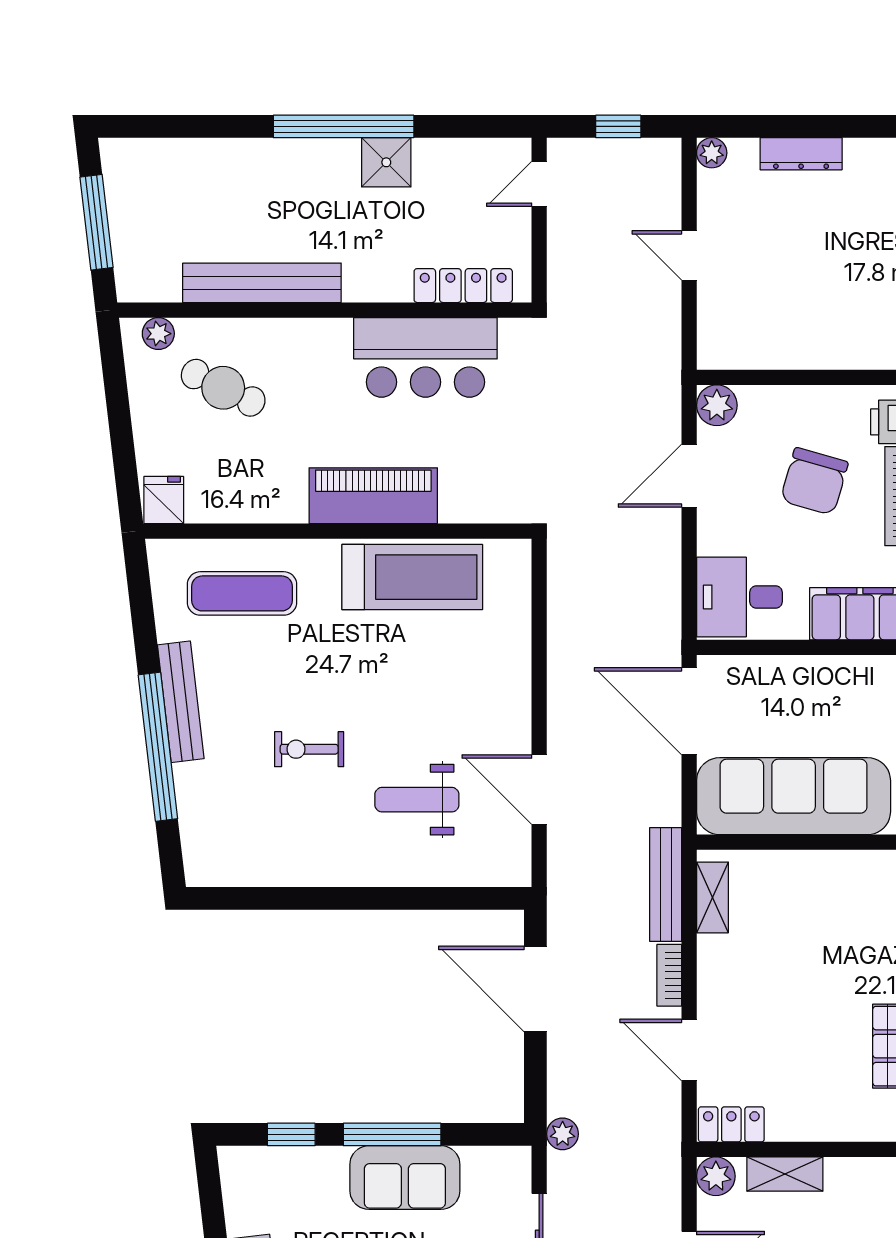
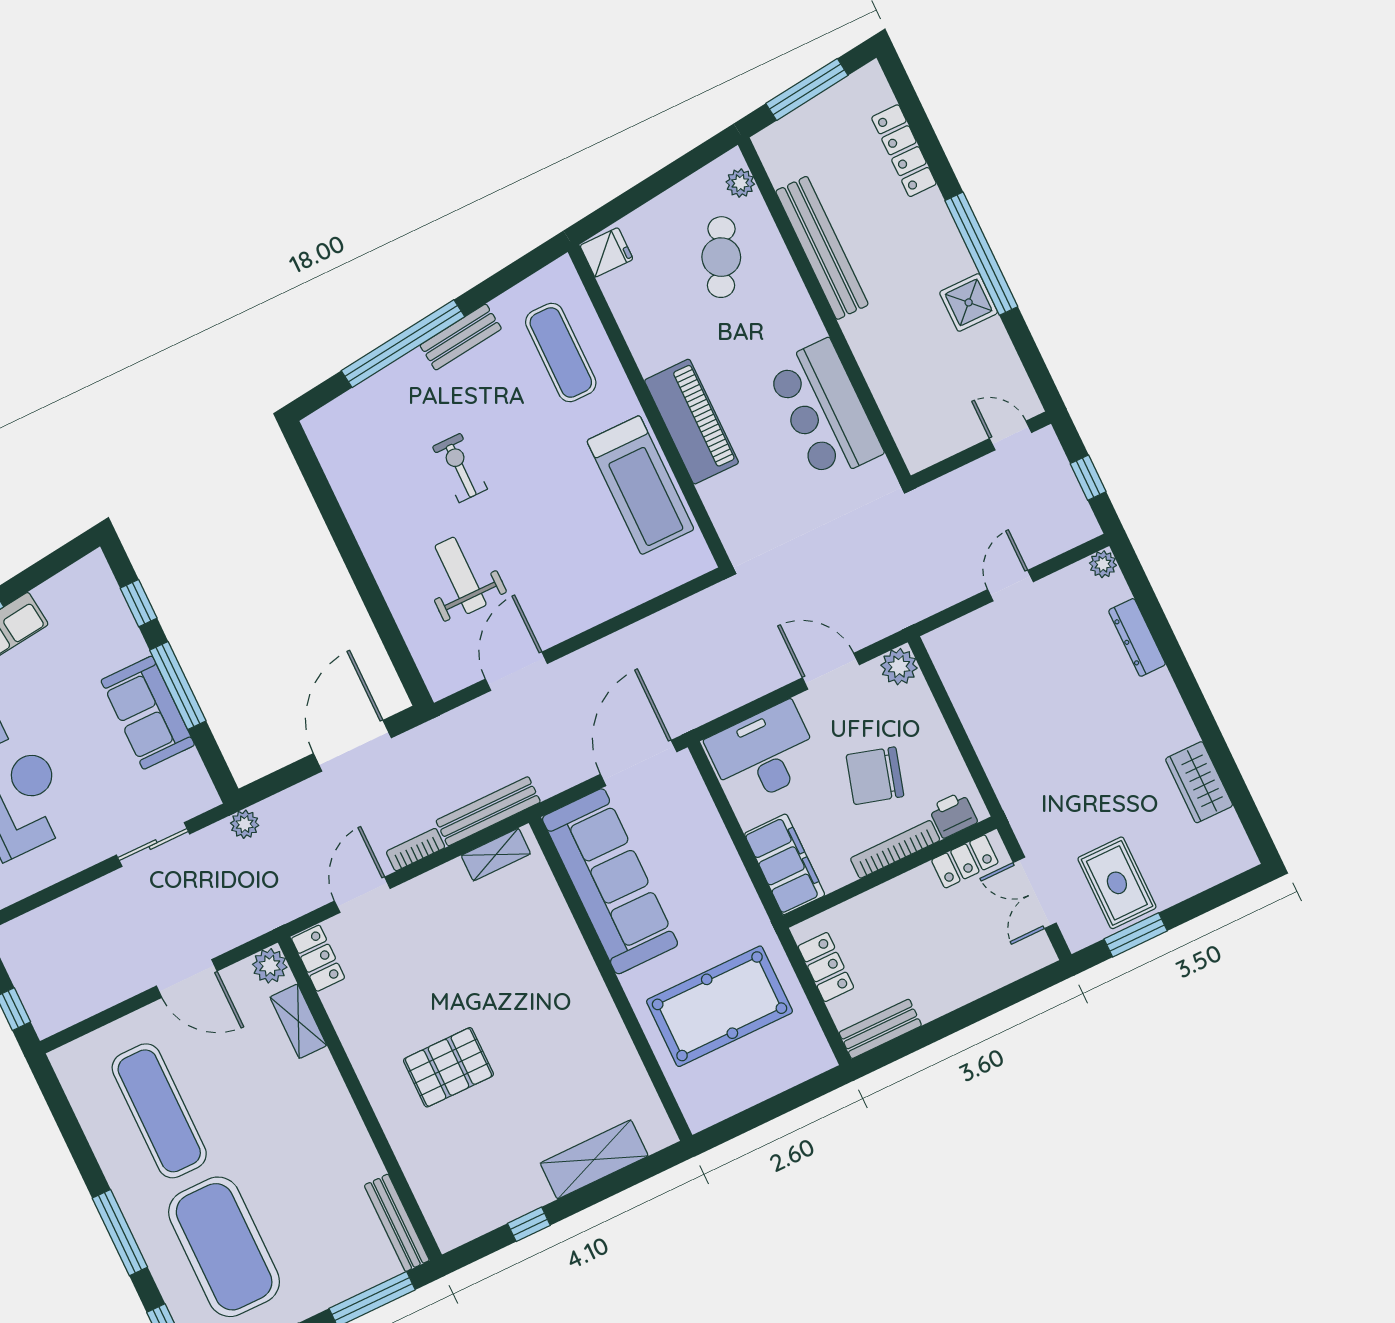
locker: (463, 286) -> (904, 151), moved, turned 180
desk: (739, 597) -> (763, 754), width x1.37
bench: (181, 702) -> (461, 337), width x0.73

